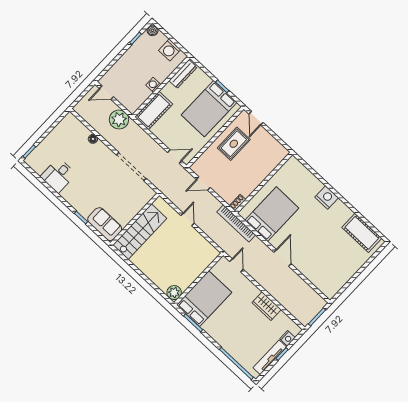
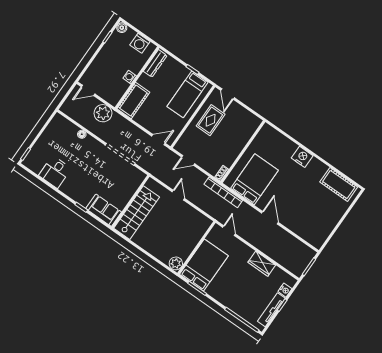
bed: (209, 109) -> (188, 94), width x0.67

